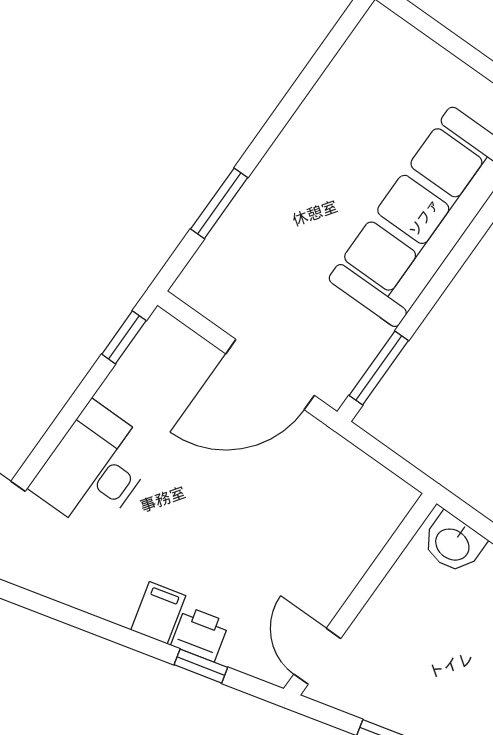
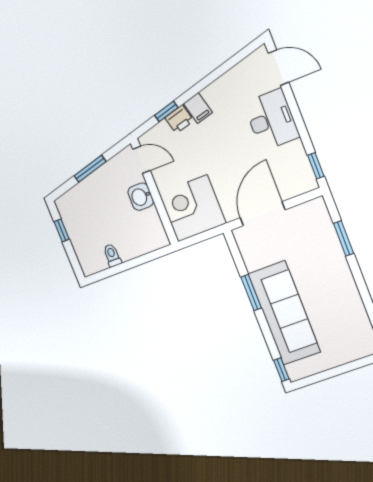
window: (379, 368) -> (251, 293), moved
corner desk: (344, 507) -> (192, 208), added
washbasin: (453, 543) -> (141, 197), moved, turned -90

